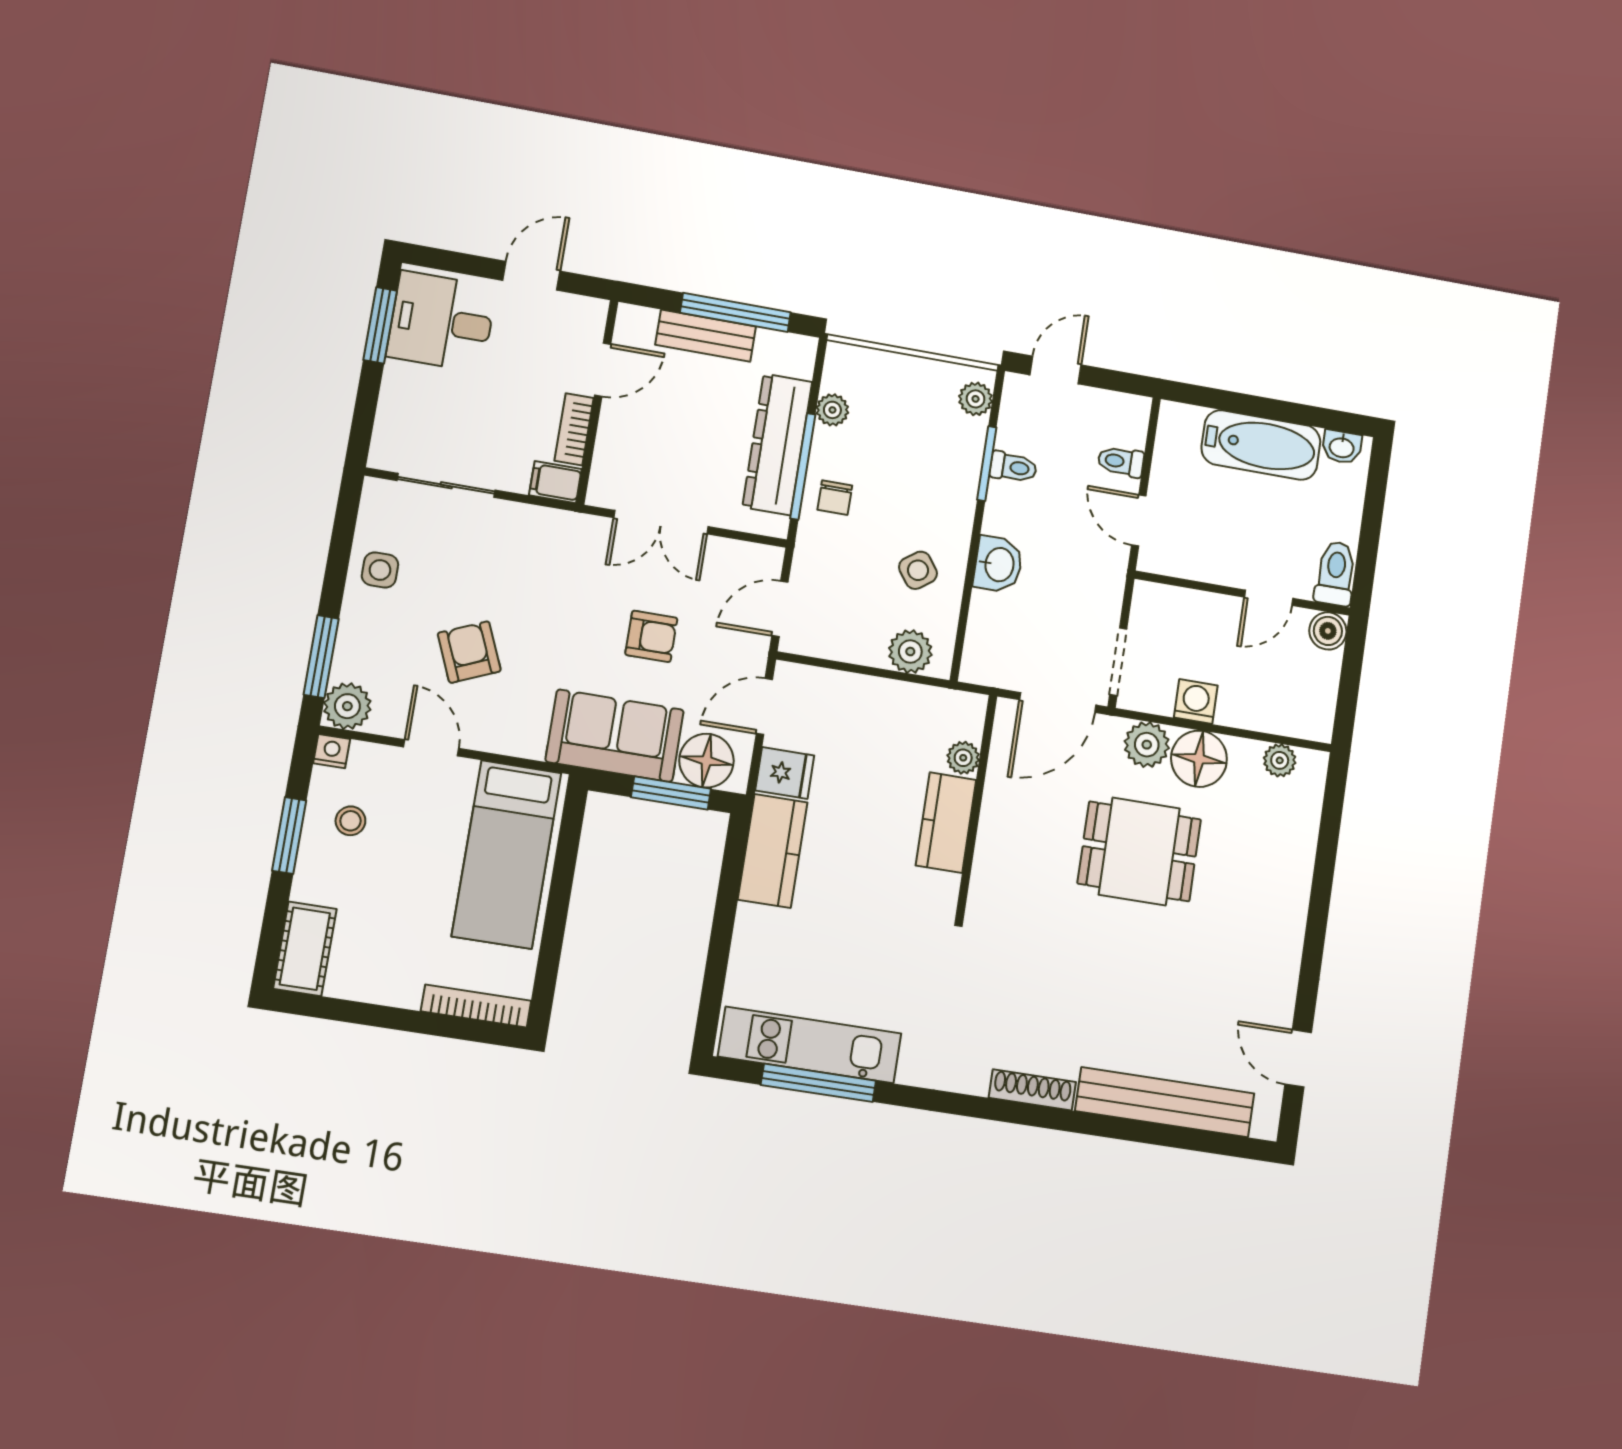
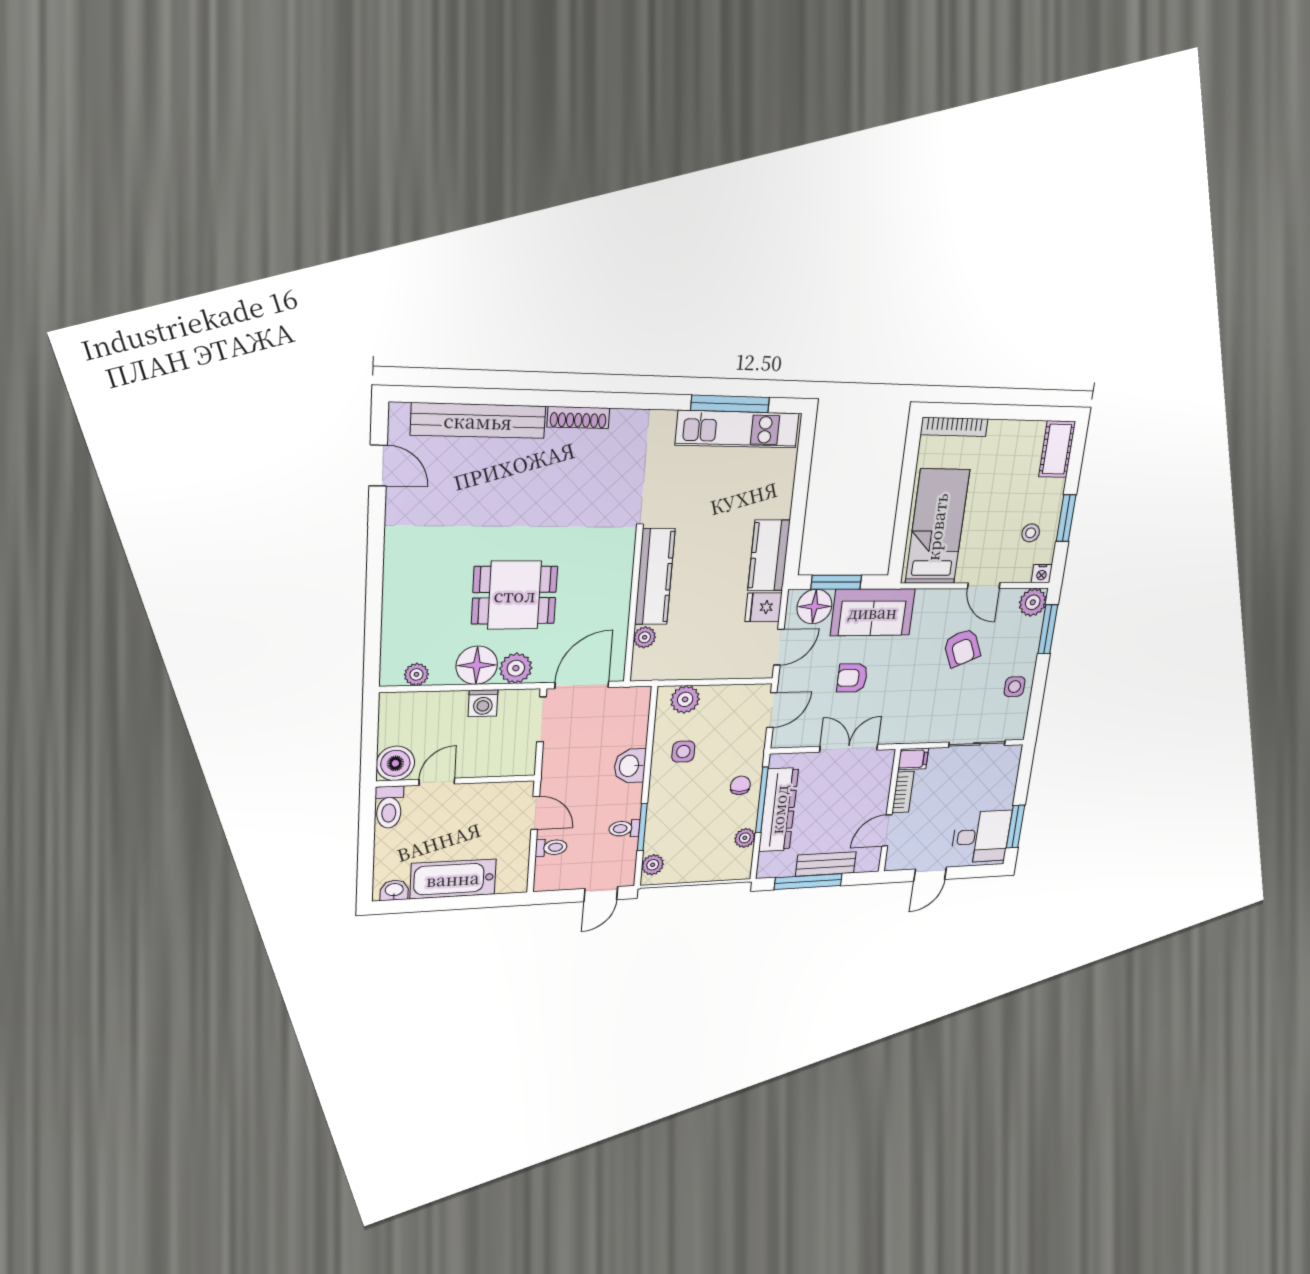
side table: (918, 570) -> (683, 752), turned 36
boiler: (1328, 631) -> (395, 763), width x1.36, depth x1.36
kitchen counter: (946, 823) -> (655, 577), width x1.50

